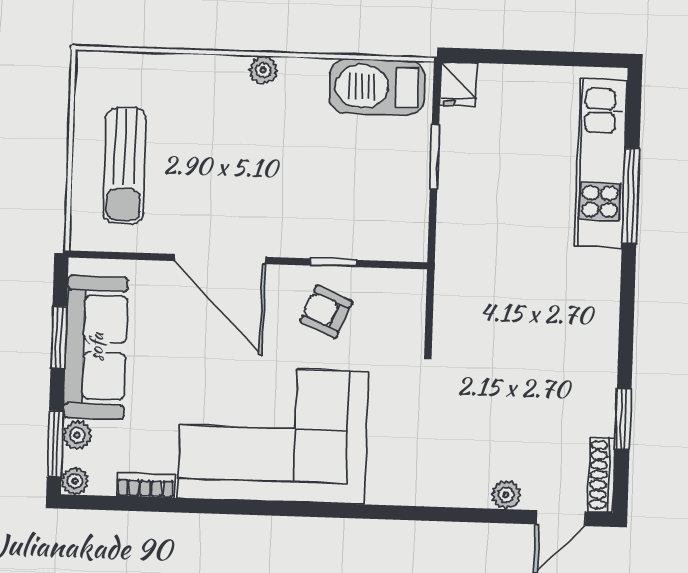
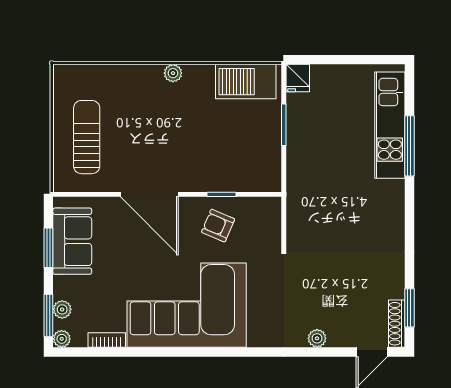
sun lounger: (125, 166) -> (87, 137), turned 180
sofa: (96, 347) -> (72, 241), width x0.73
window: (623, 419) -> (409, 308), moved
plant: (506, 495) -> (317, 338), moved

